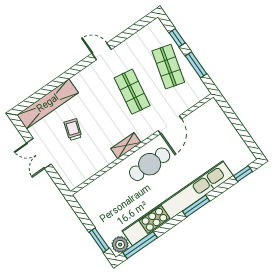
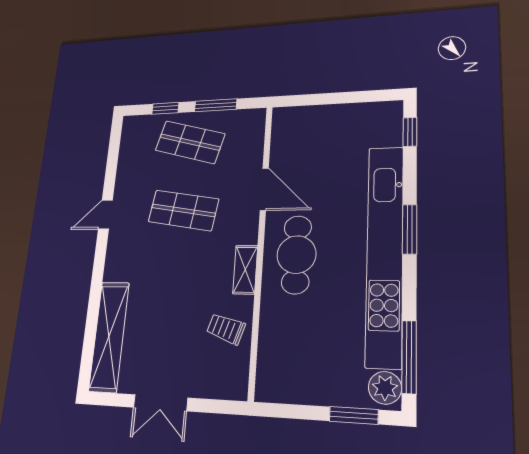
trolley: (73, 130) -> (226, 329), moved

